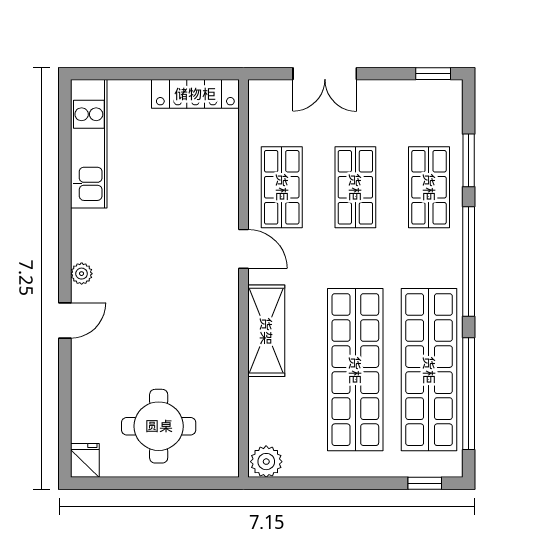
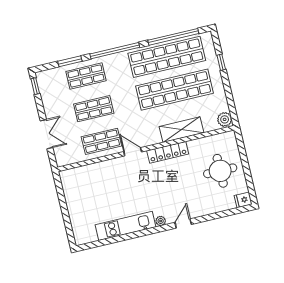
locker: (195, 94) -> (168, 152), moved, turned 90
kitchen unit: (89, 144) -> (125, 226), moved
door: (244, 249) -> (133, 152), hinge flipped
door: (65, 321) -> (183, 223), hinge flipped
shelving: (266, 331) -> (182, 130), moved
window: (425, 483) -> (221, 62), moved

